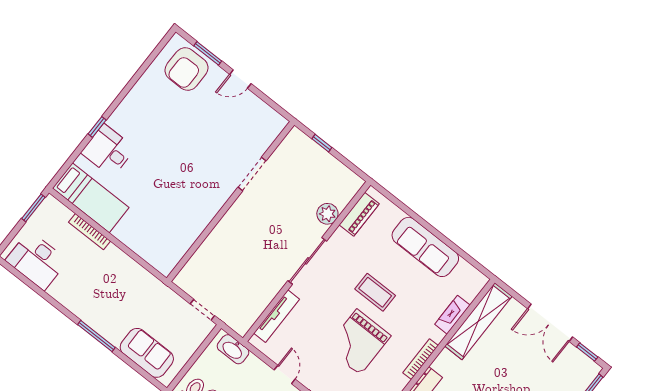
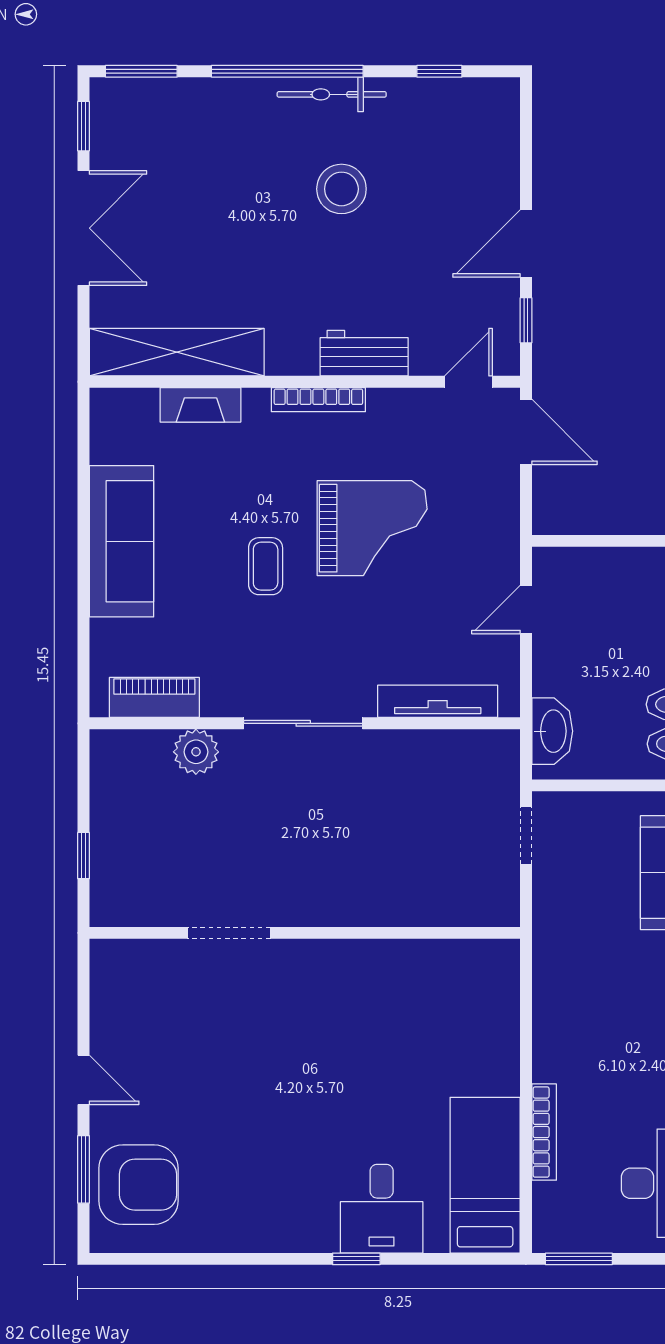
coffee table: (375, 292) -> (266, 566), width x0.73, depth x0.77

